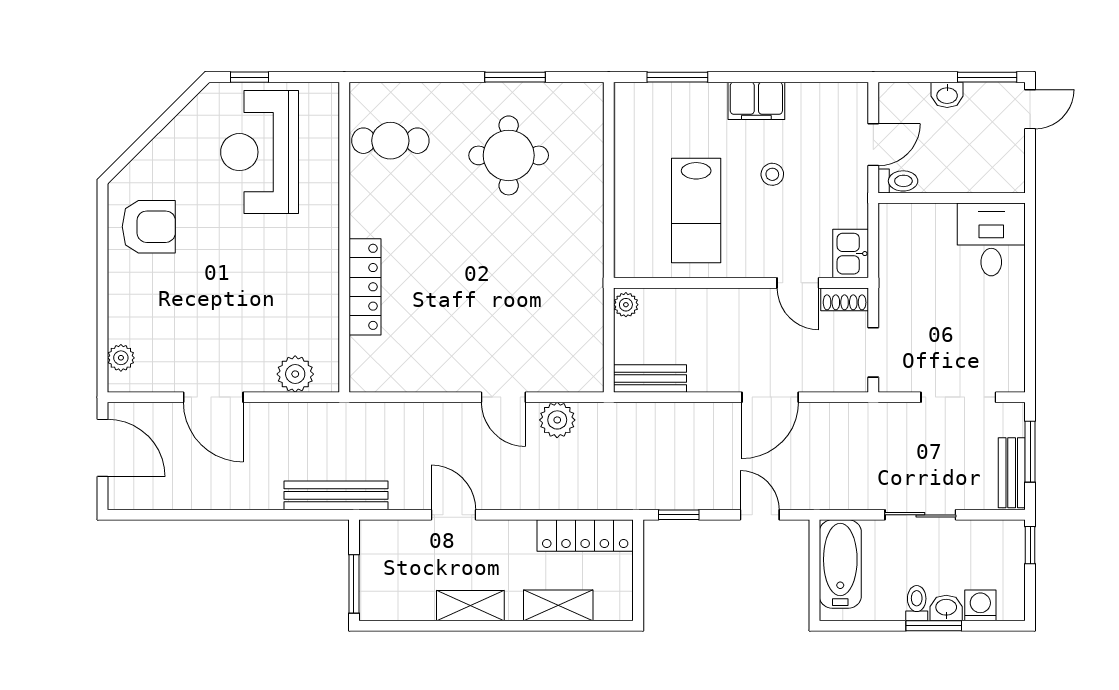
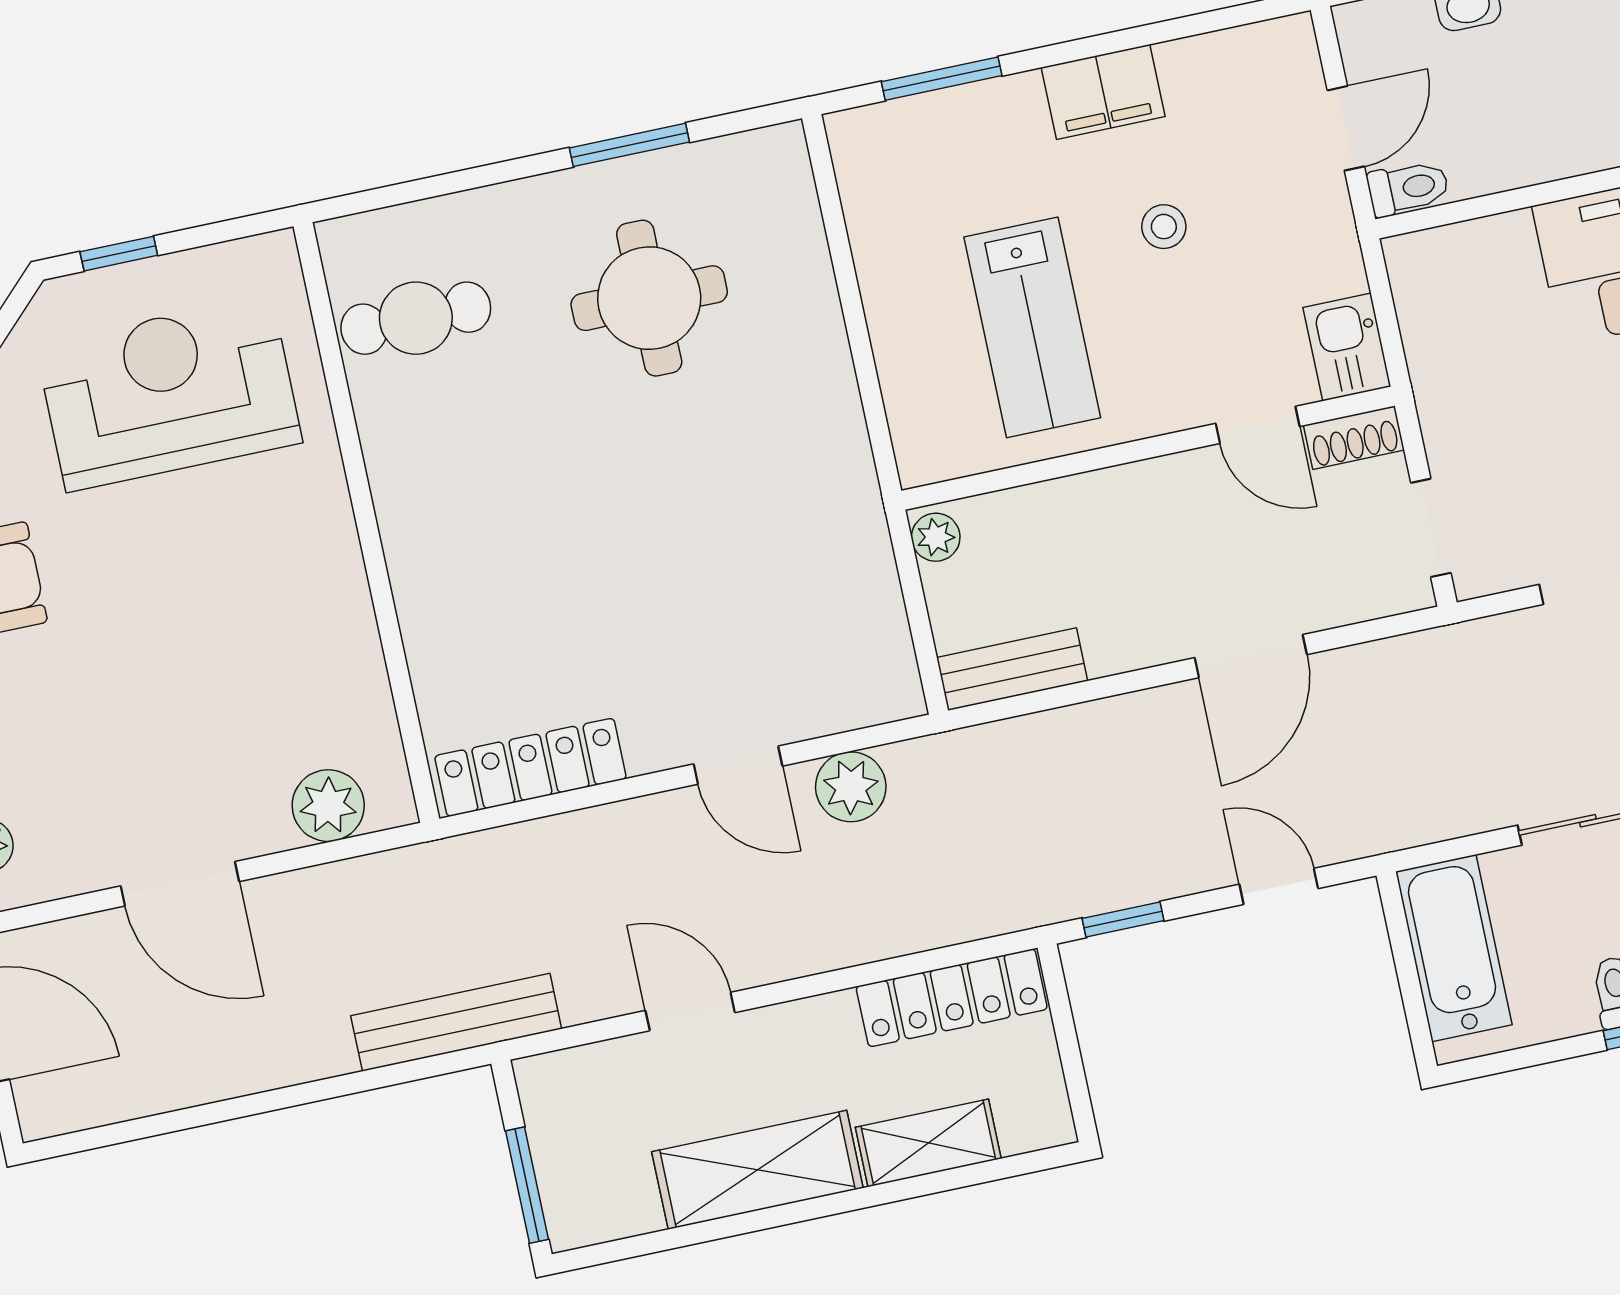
reception desk: (260, 152) -> (169, 393), turned 90
locker: (365, 287) -> (530, 767), moved, turned -90
shelving: (470, 606) -> (757, 1170), width x1.50, depth x1.33

